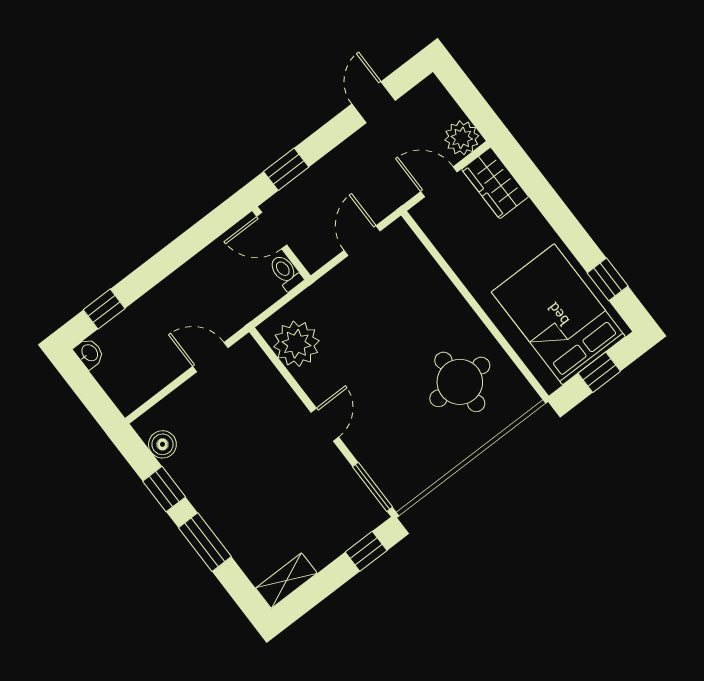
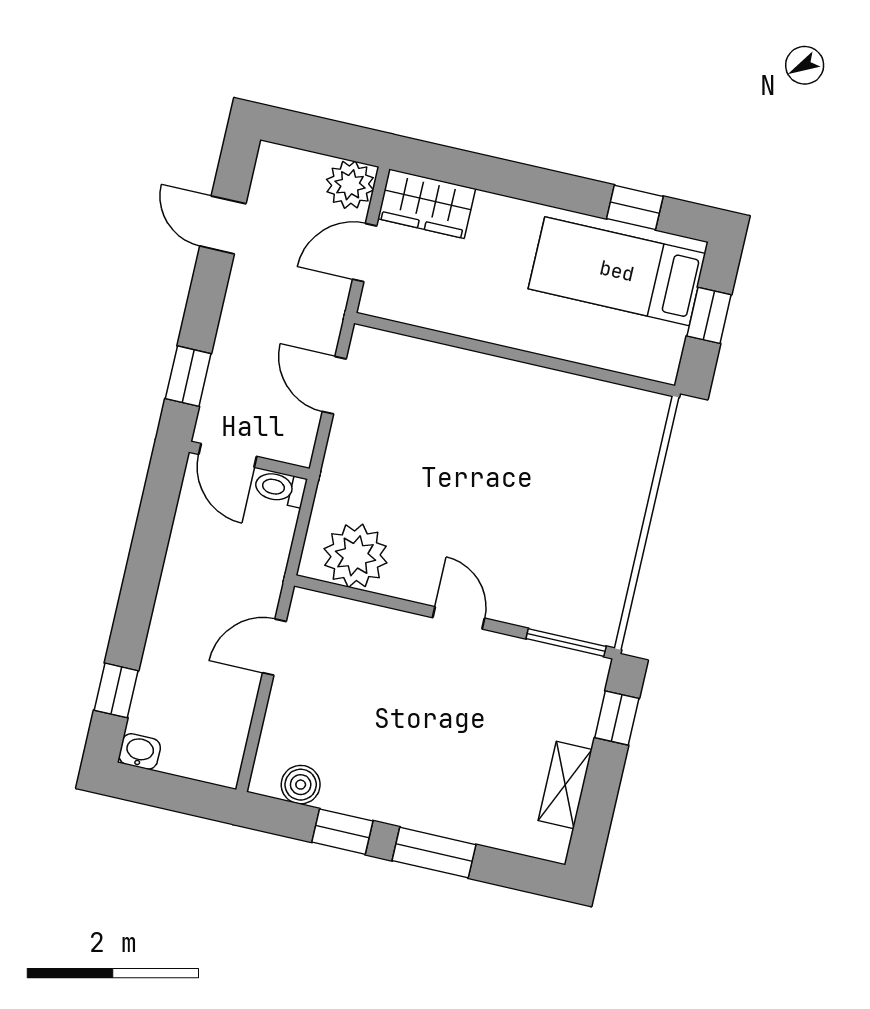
door: (272, 231) -> (228, 455), hinge flipped
bed: (558, 314) -> (617, 271), width x0.67
round table: (460, 382) -> (567, 451), removed
shelving: (286, 581) -> (565, 785), moved

